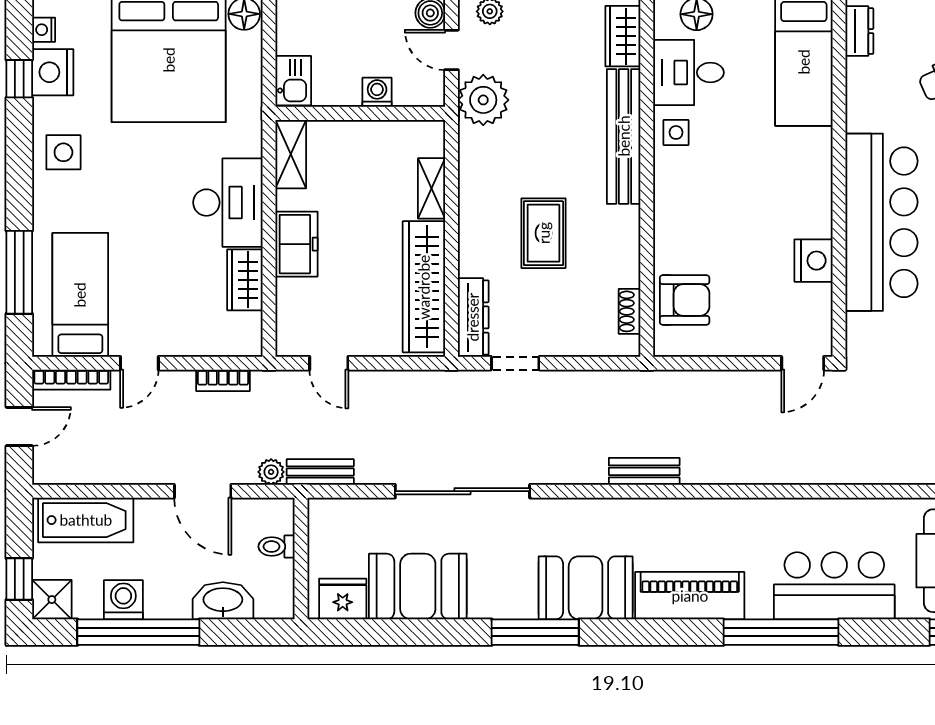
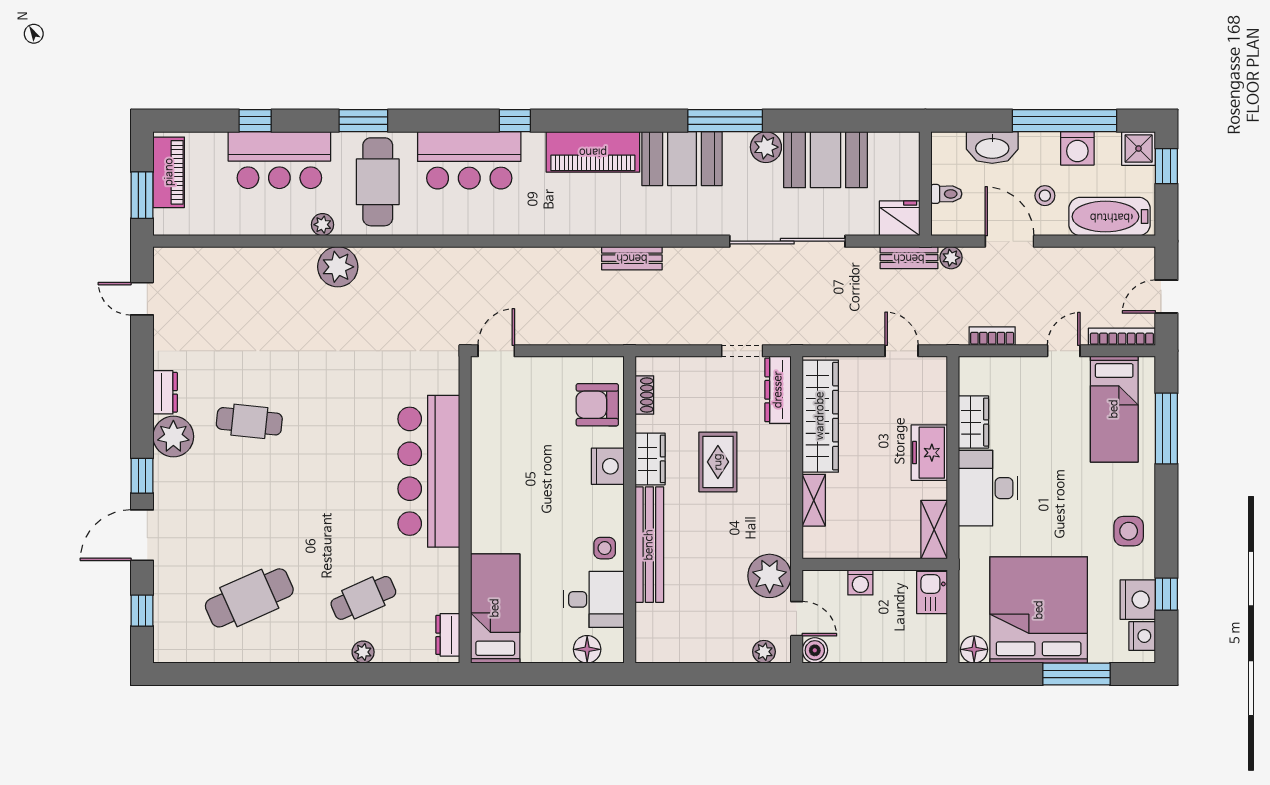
nightstand: (44, 30) -> (1142, 636), width x1.39, depth x1.35
wardrobe: (623, 36) -> (650, 459), moved
nightstand: (813, 261) -> (608, 466), moved, turned 180
stool: (161, 544) -> (1045, 196), added
fridge: (343, 599) -> (900, 218), moved, turned 180
plant: (487, 601) -> (766, 147), added
window: (781, 632) -> (515, 121), width x0.32

